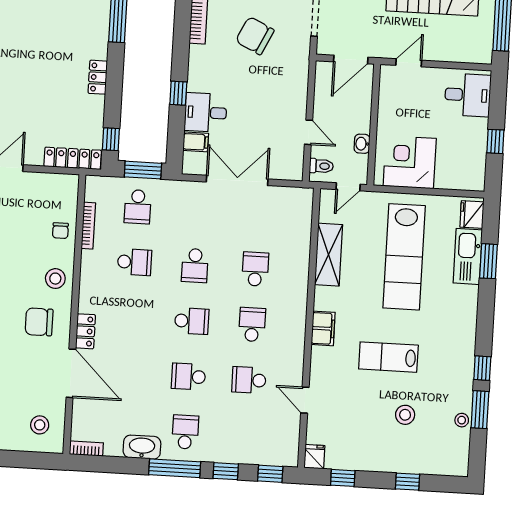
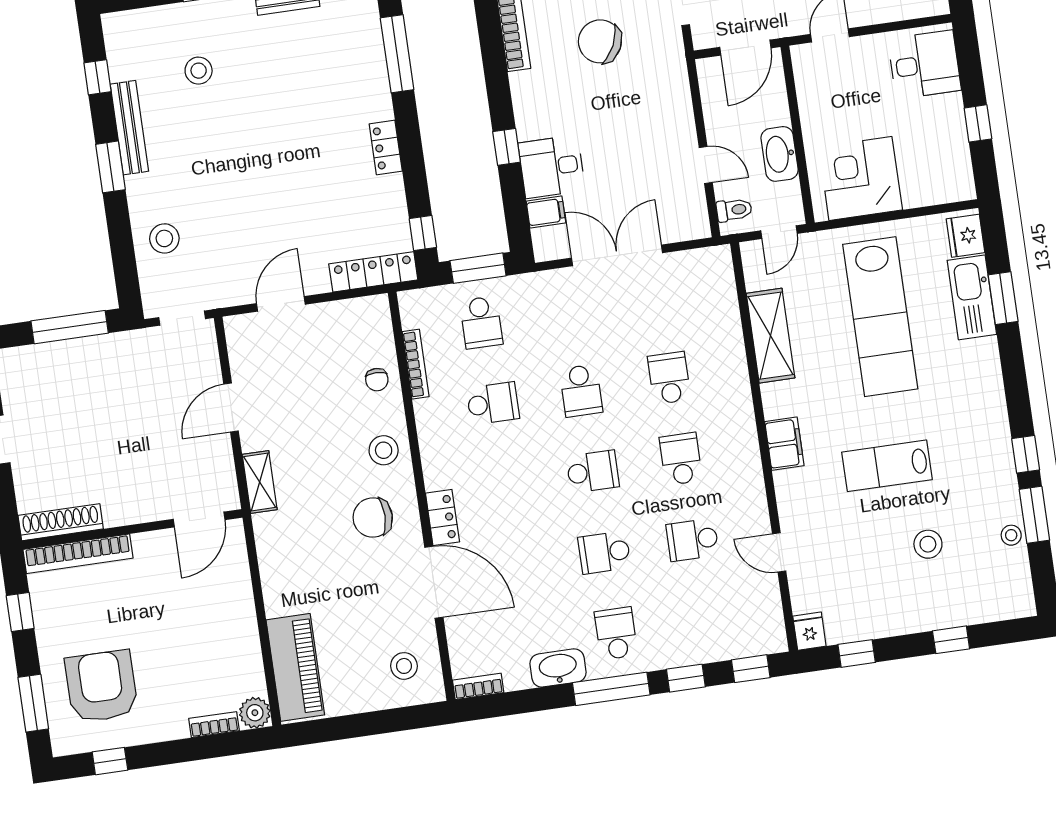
washbasin: (362, 144) -> (780, 154), width x1.91, depth x1.45

